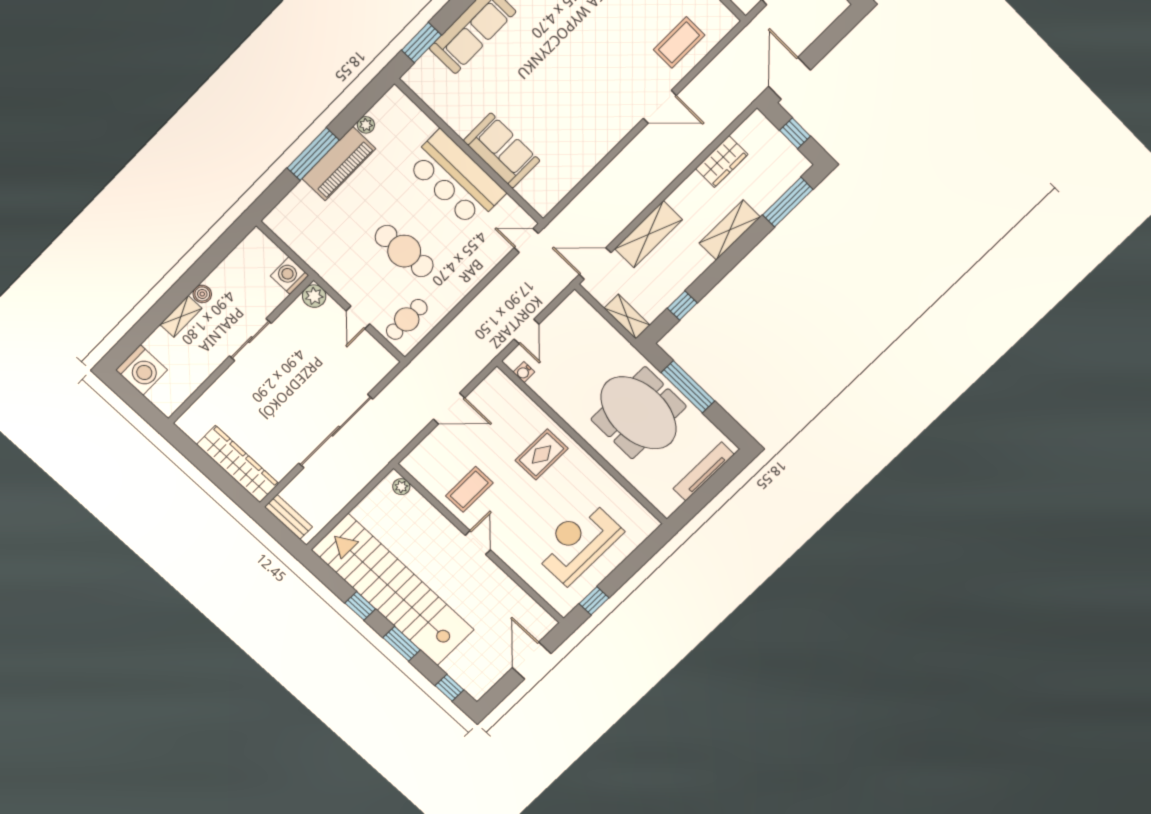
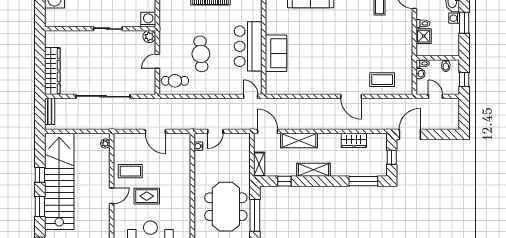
shelving: (730, 230) -> (313, 170), moved
rug: (542, 454) -> (147, 196), moved

